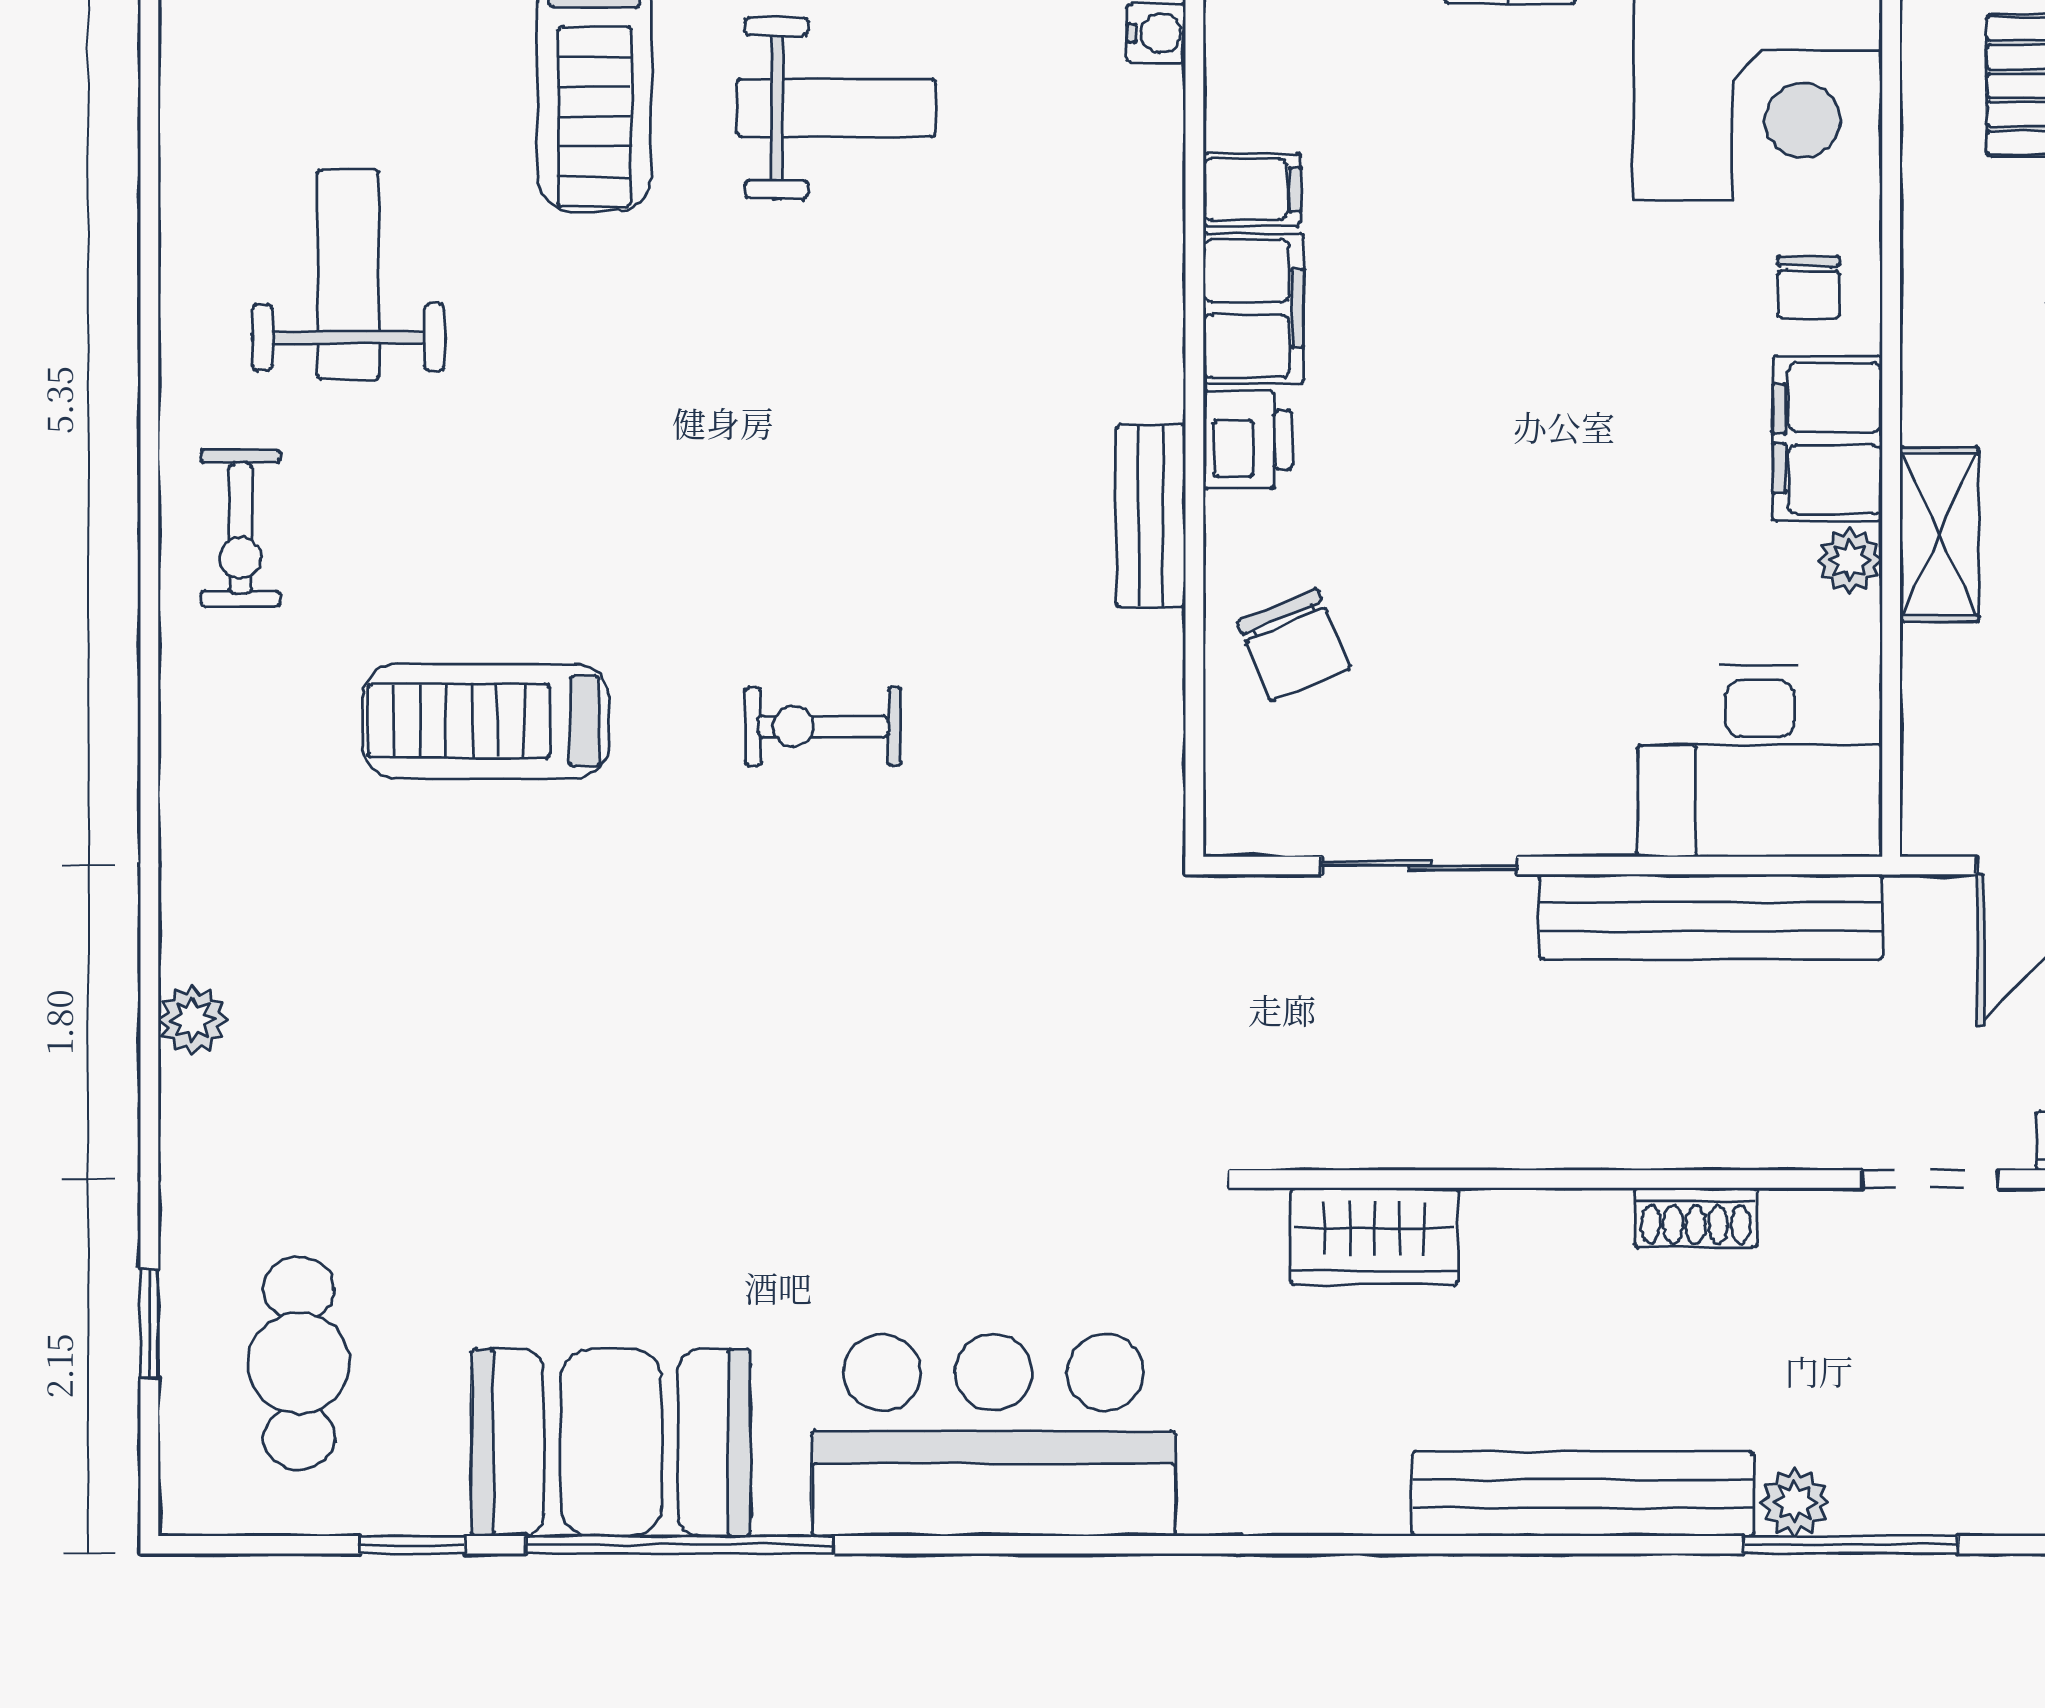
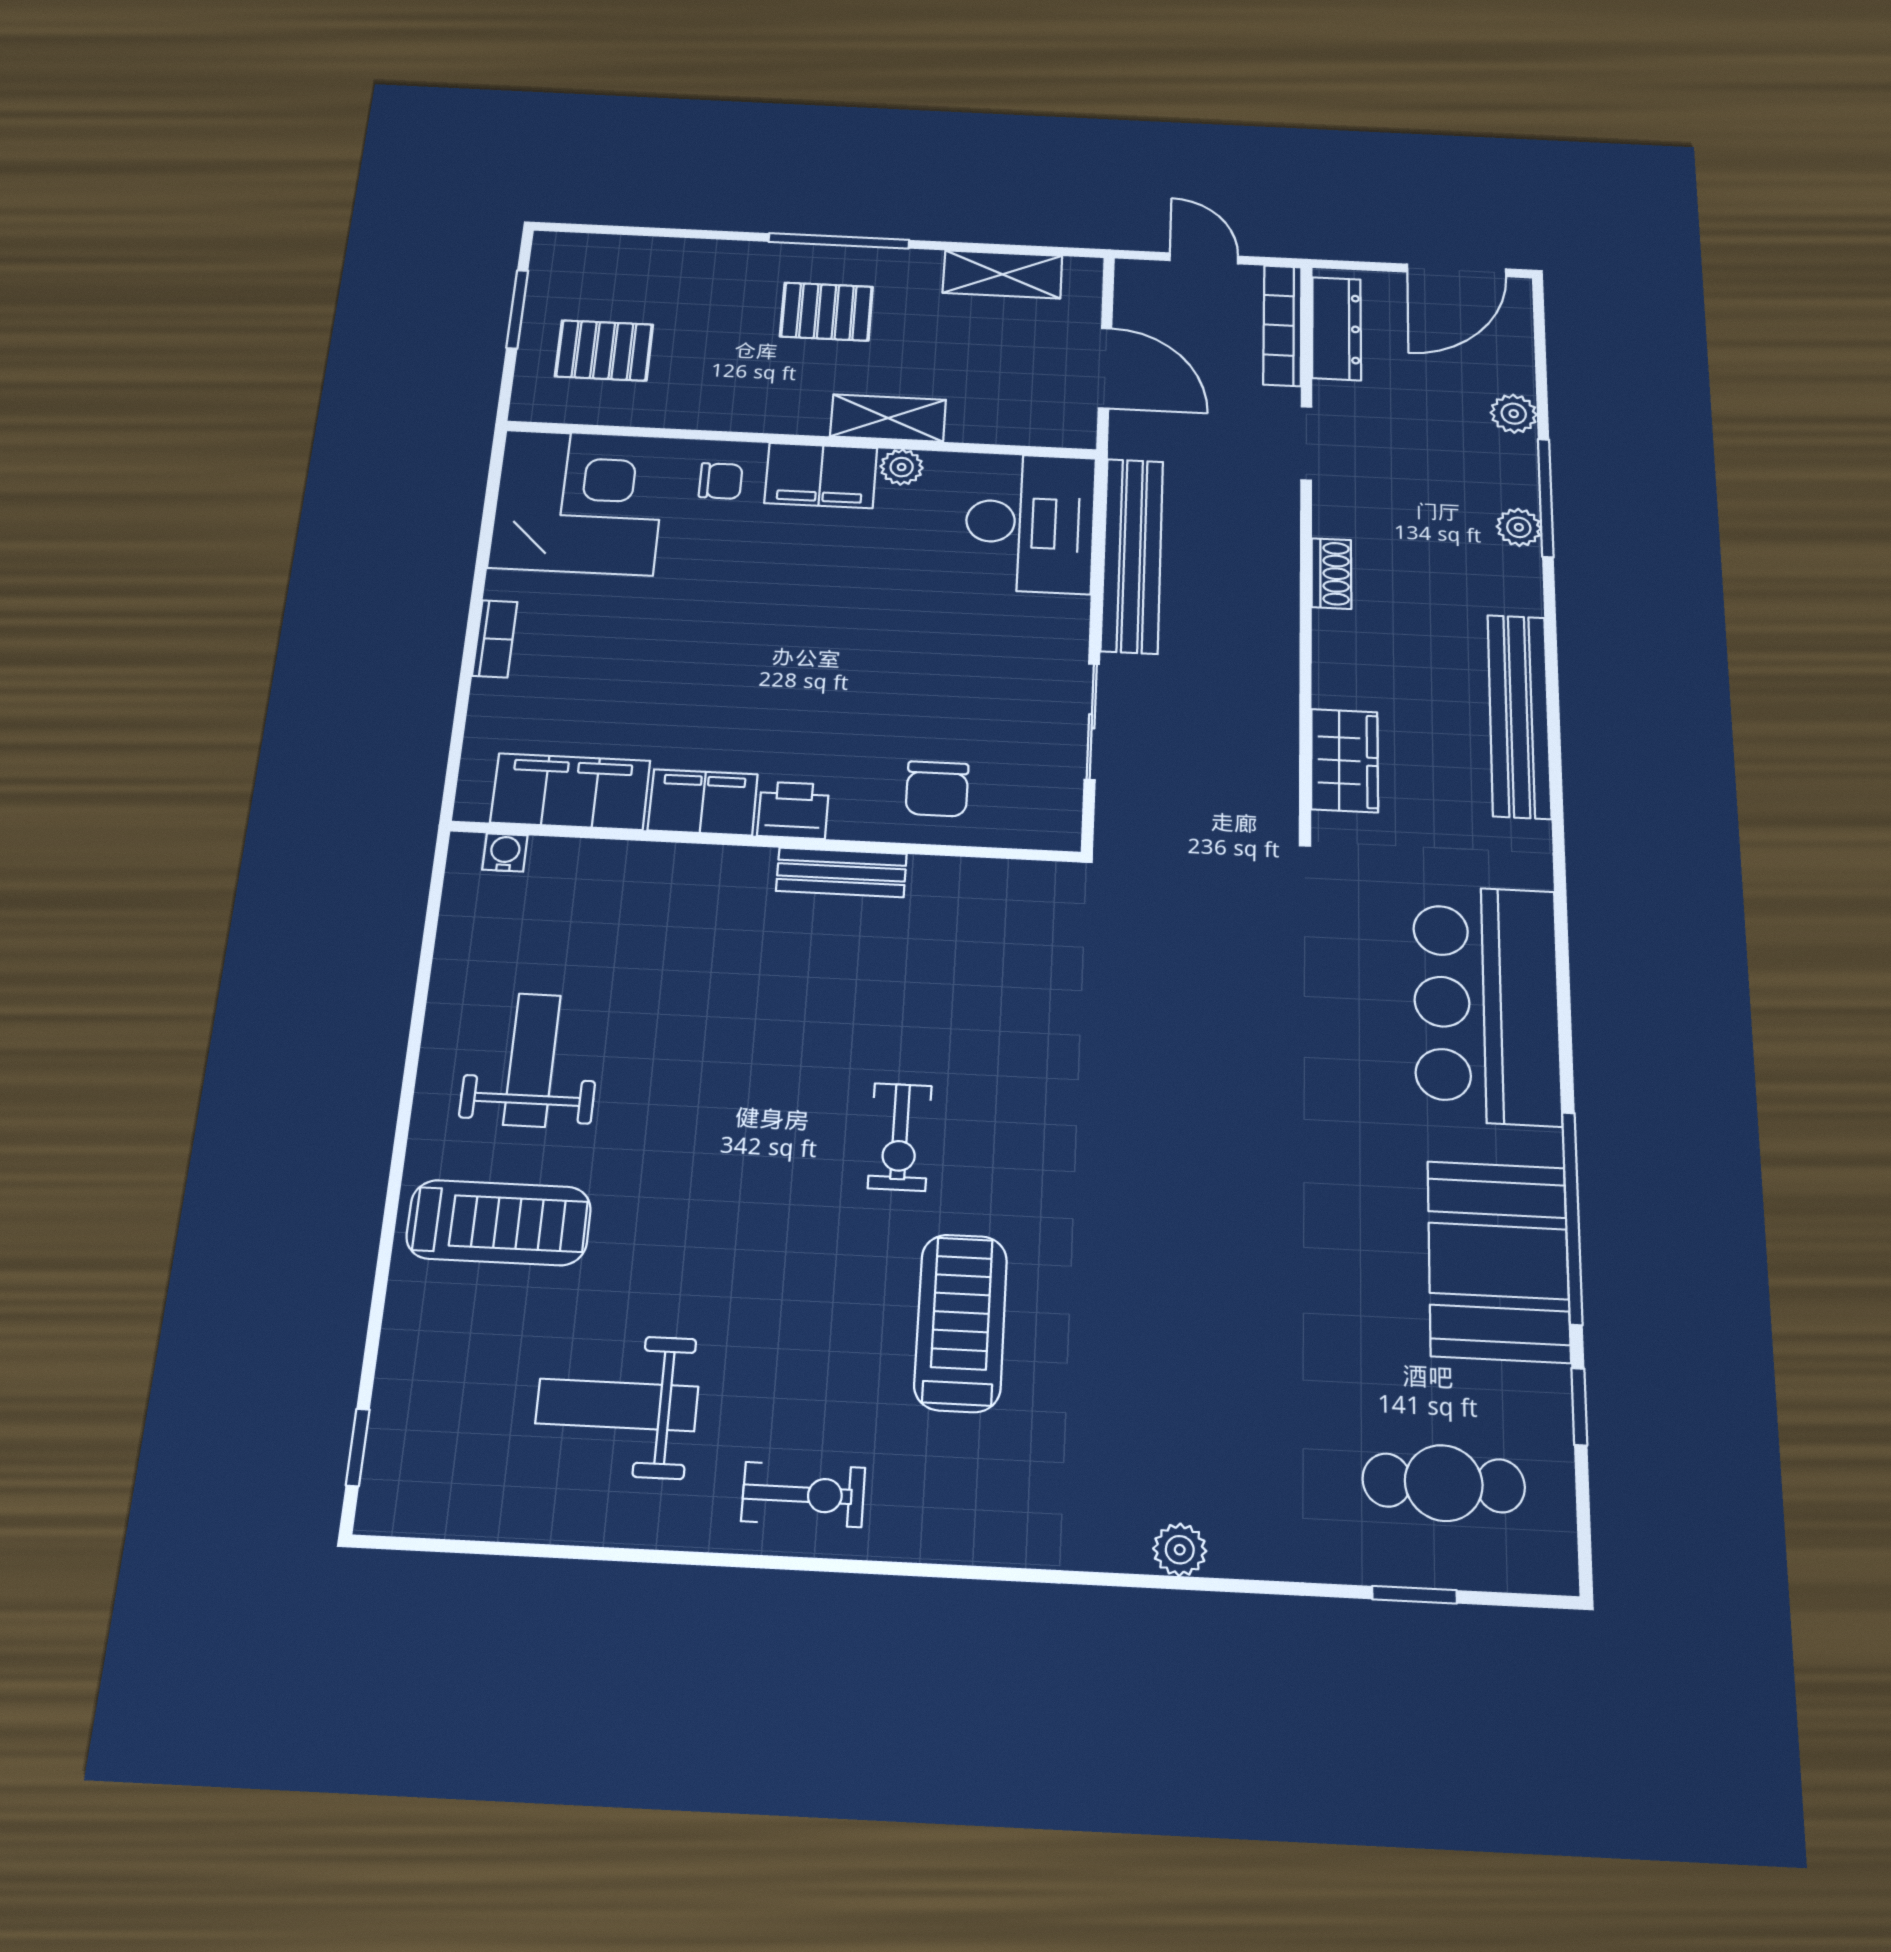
filing cabinet: (1252, 189) -> (570, 792), width x3.00, depth x1.17
chair: (1294, 645) -> (937, 789), turned 113
treadmill: (486, 721) -> (961, 1322), turned 180
exercise bike: (823, 726) -> (900, 1137), moved
bench: (1583, 1494) -> (1519, 716), moved
plant: (2004, 1500) -> (1514, 414), added

